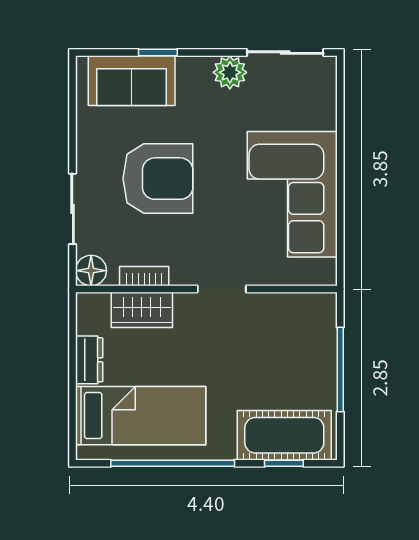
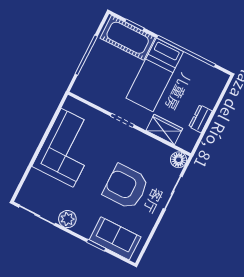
bookcase: (144, 276) -> (155, 145), removed
bed: (141, 416) -> (155, 75), moved, turned -90

